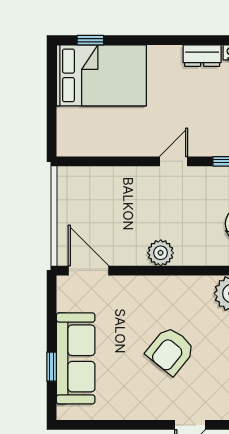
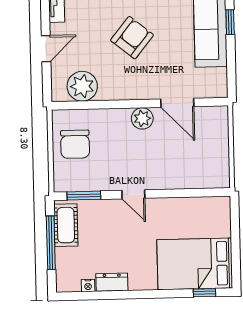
door: (174, 161) -> (133, 194), hinge flipped
door: (88, 271) -> (177, 103), moved

